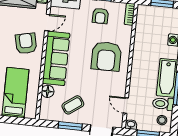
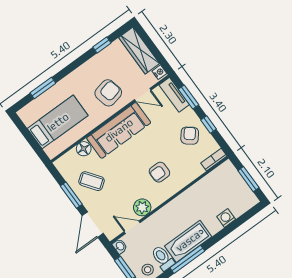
armchair: (100, 16) -> (190, 136), turned 129
armchair: (106, 56) -> (159, 172), width x0.53, depth x0.53
plant: (119, 88) -> (142, 207), added
door: (126, 106) -> (132, 227), hinge flipped

